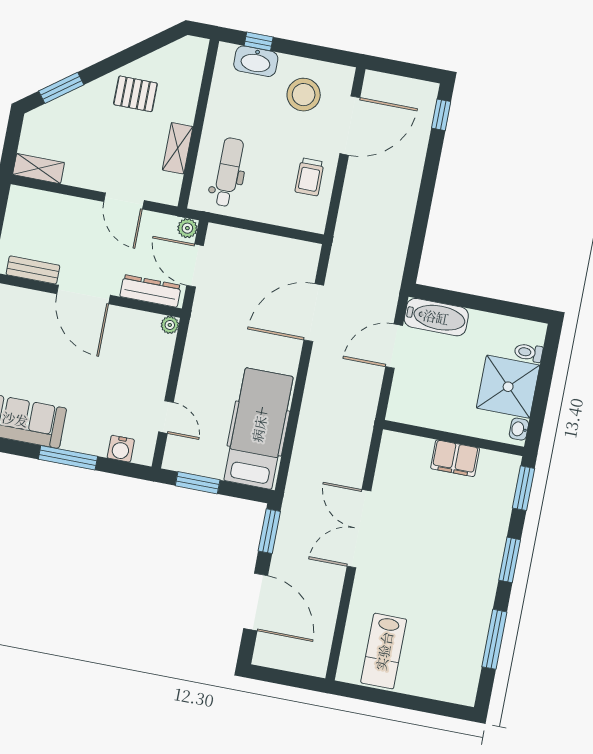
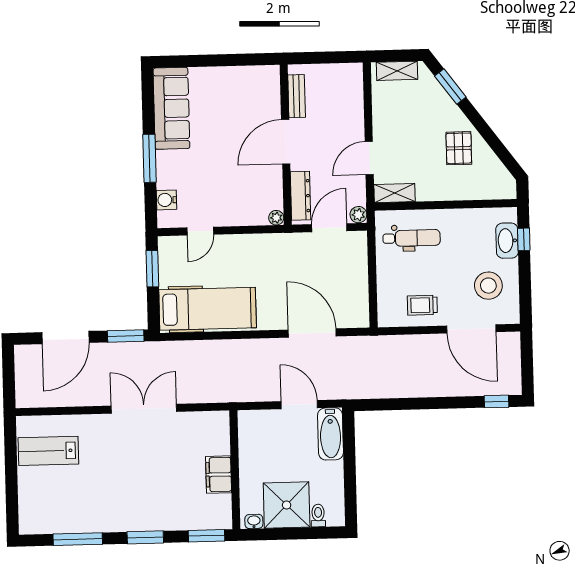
shelving: (178, 148) -> (394, 193), moved
shelving: (39, 169) -> (397, 71), moved, turned 90

